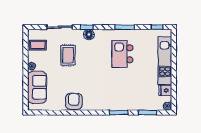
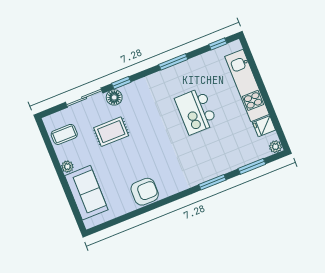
floor lamp: (89, 35) -> (114, 97), moved
kitchen island: (122, 54) -> (196, 111), moved
rug: (68, 55) -> (111, 132), turned 90
armchair: (74, 101) -> (145, 192), turned 90

